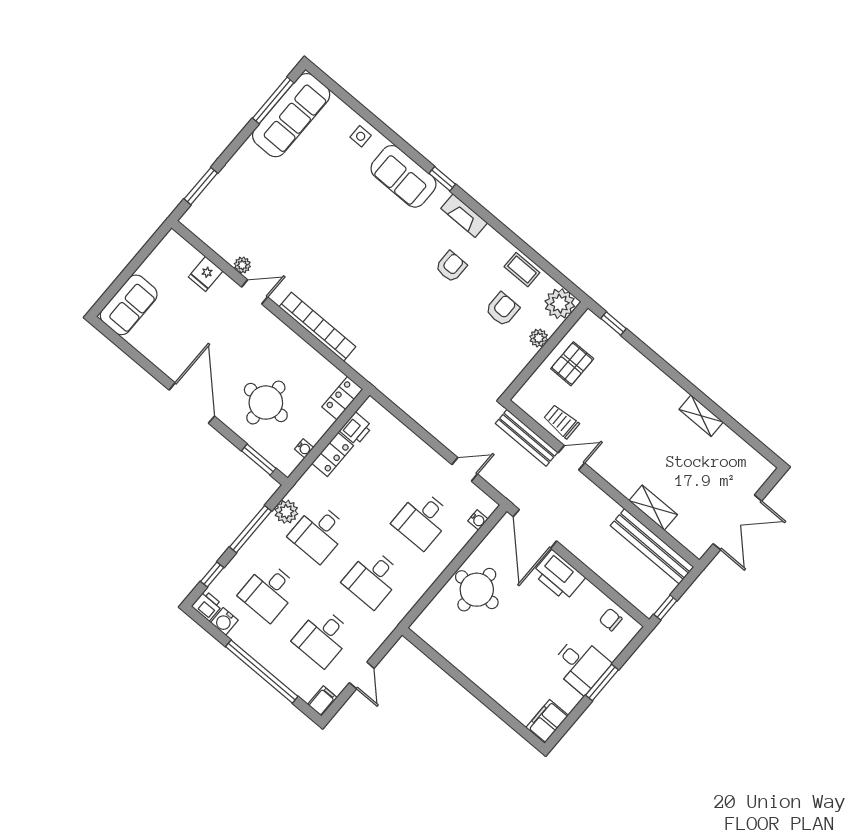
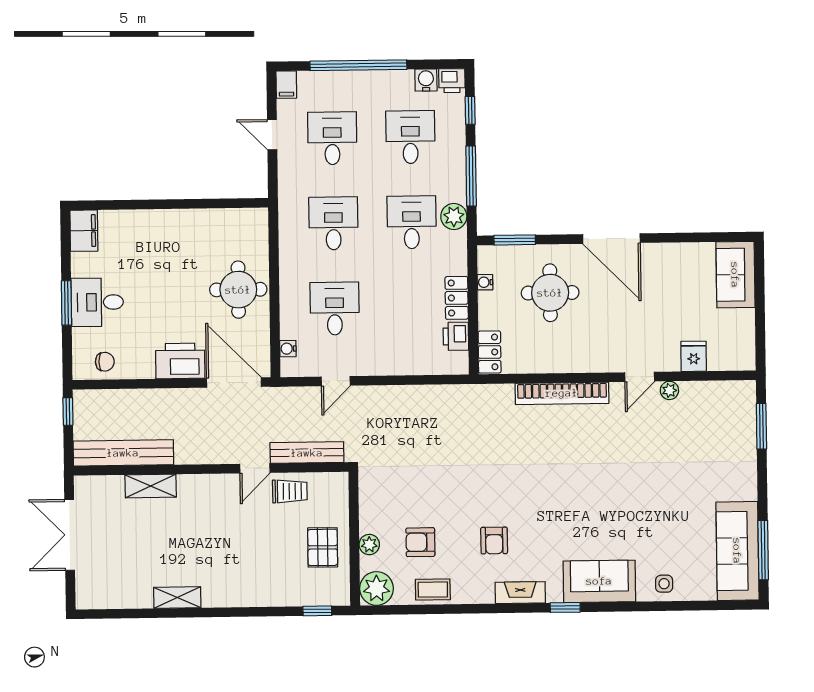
armchair: (502, 309) -> (420, 542), turned 90

